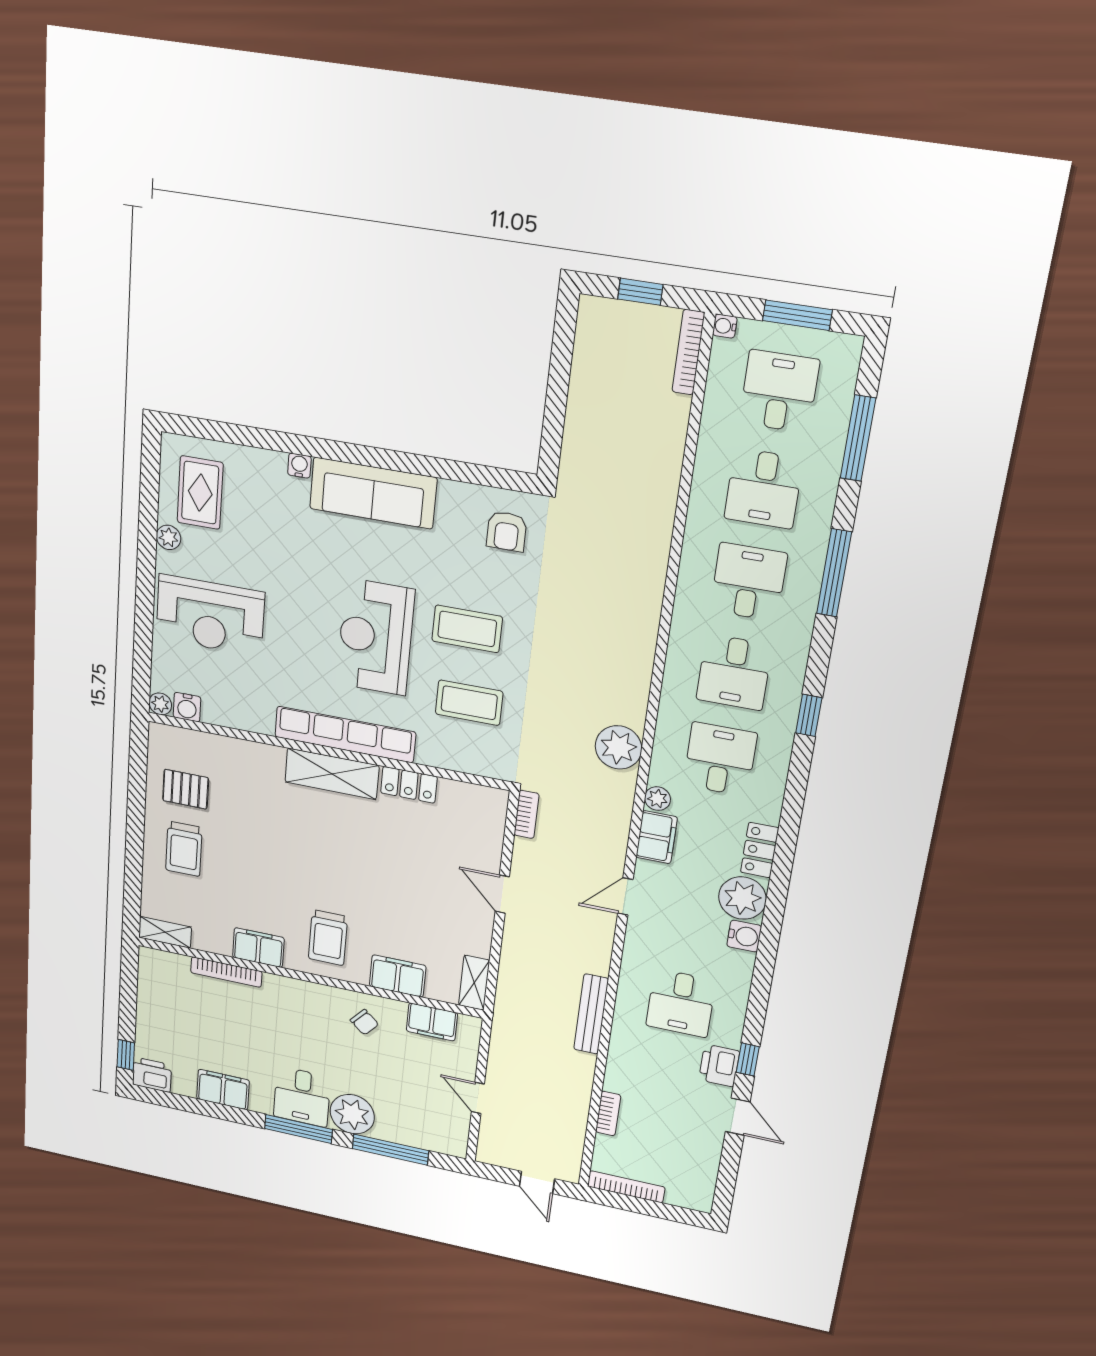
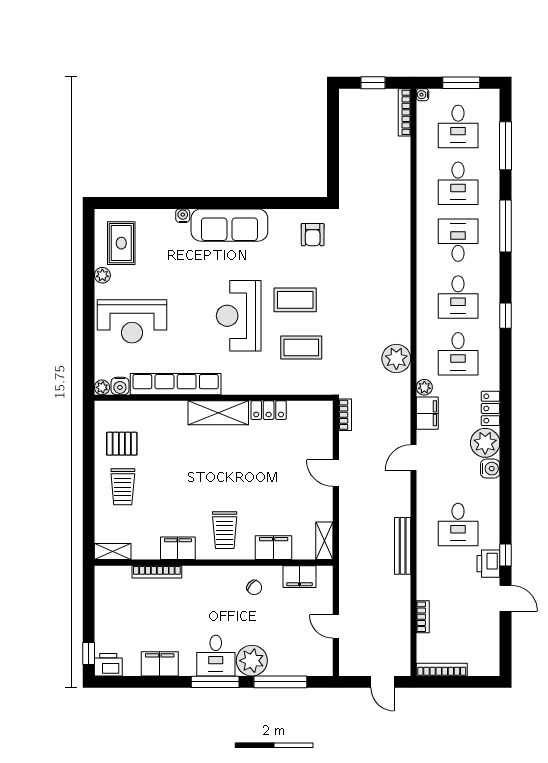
desk: (779, 391) -> (458, 126), turned 180
row of seats: (345, 734) -> (176, 384), moved
desk: (720, 759) -> (458, 354), turned 180

